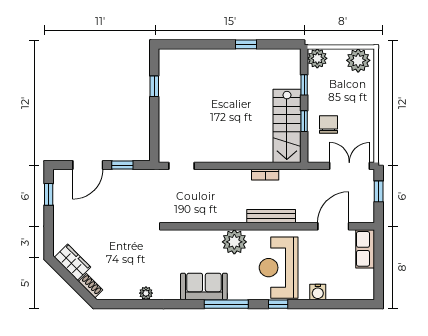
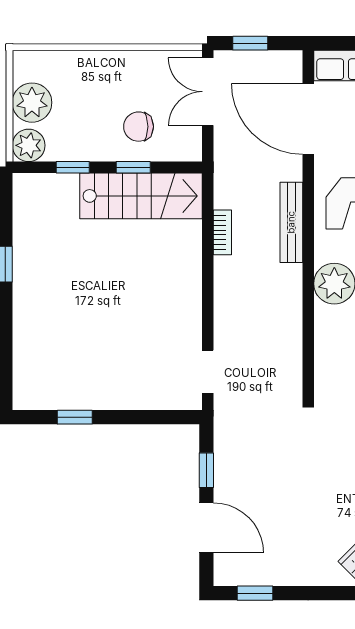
plant: (358, 60) -> (32, 103), moved
door: (333, 226) -> (308, 119), width x1.36

